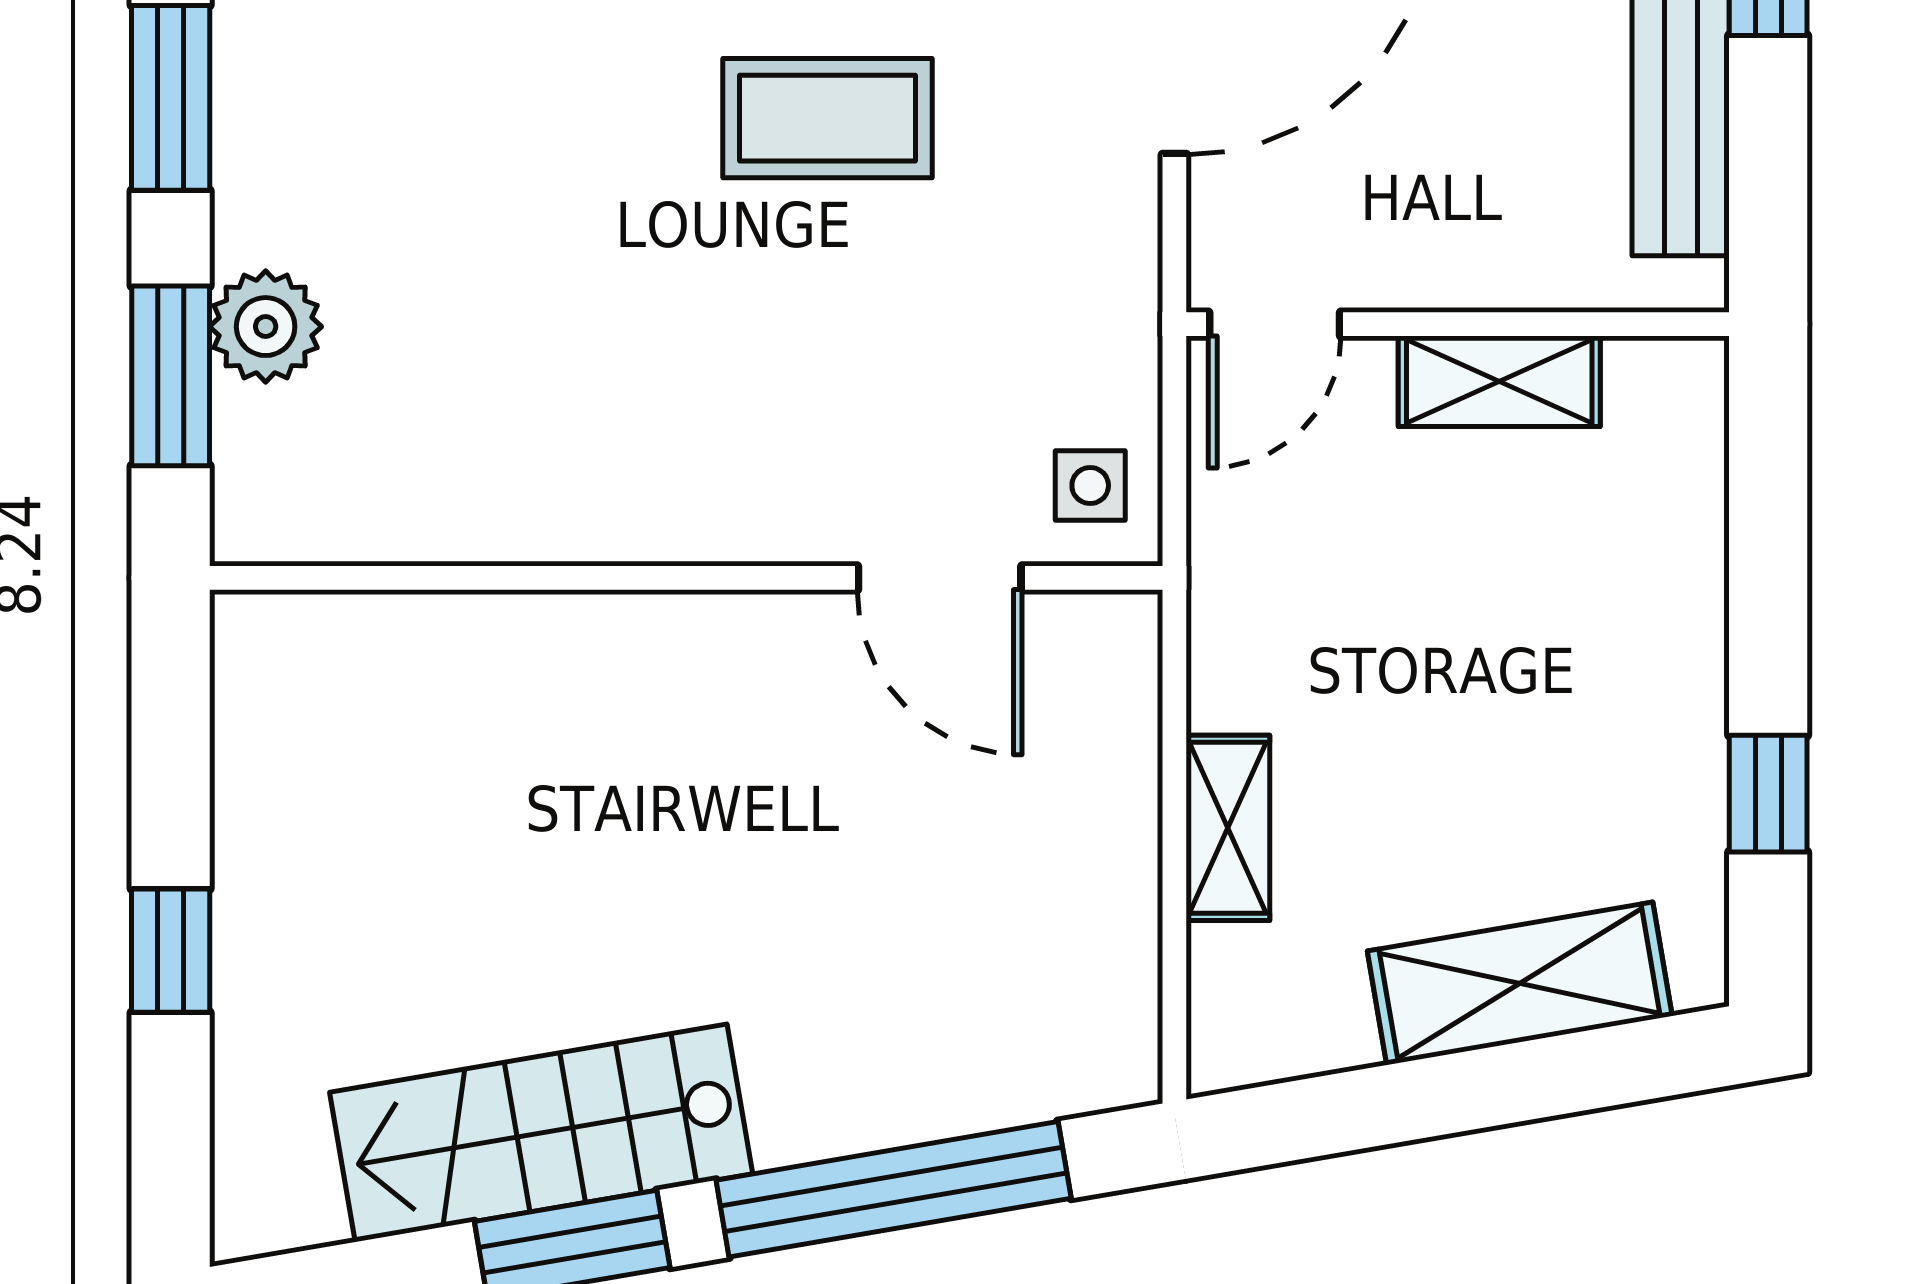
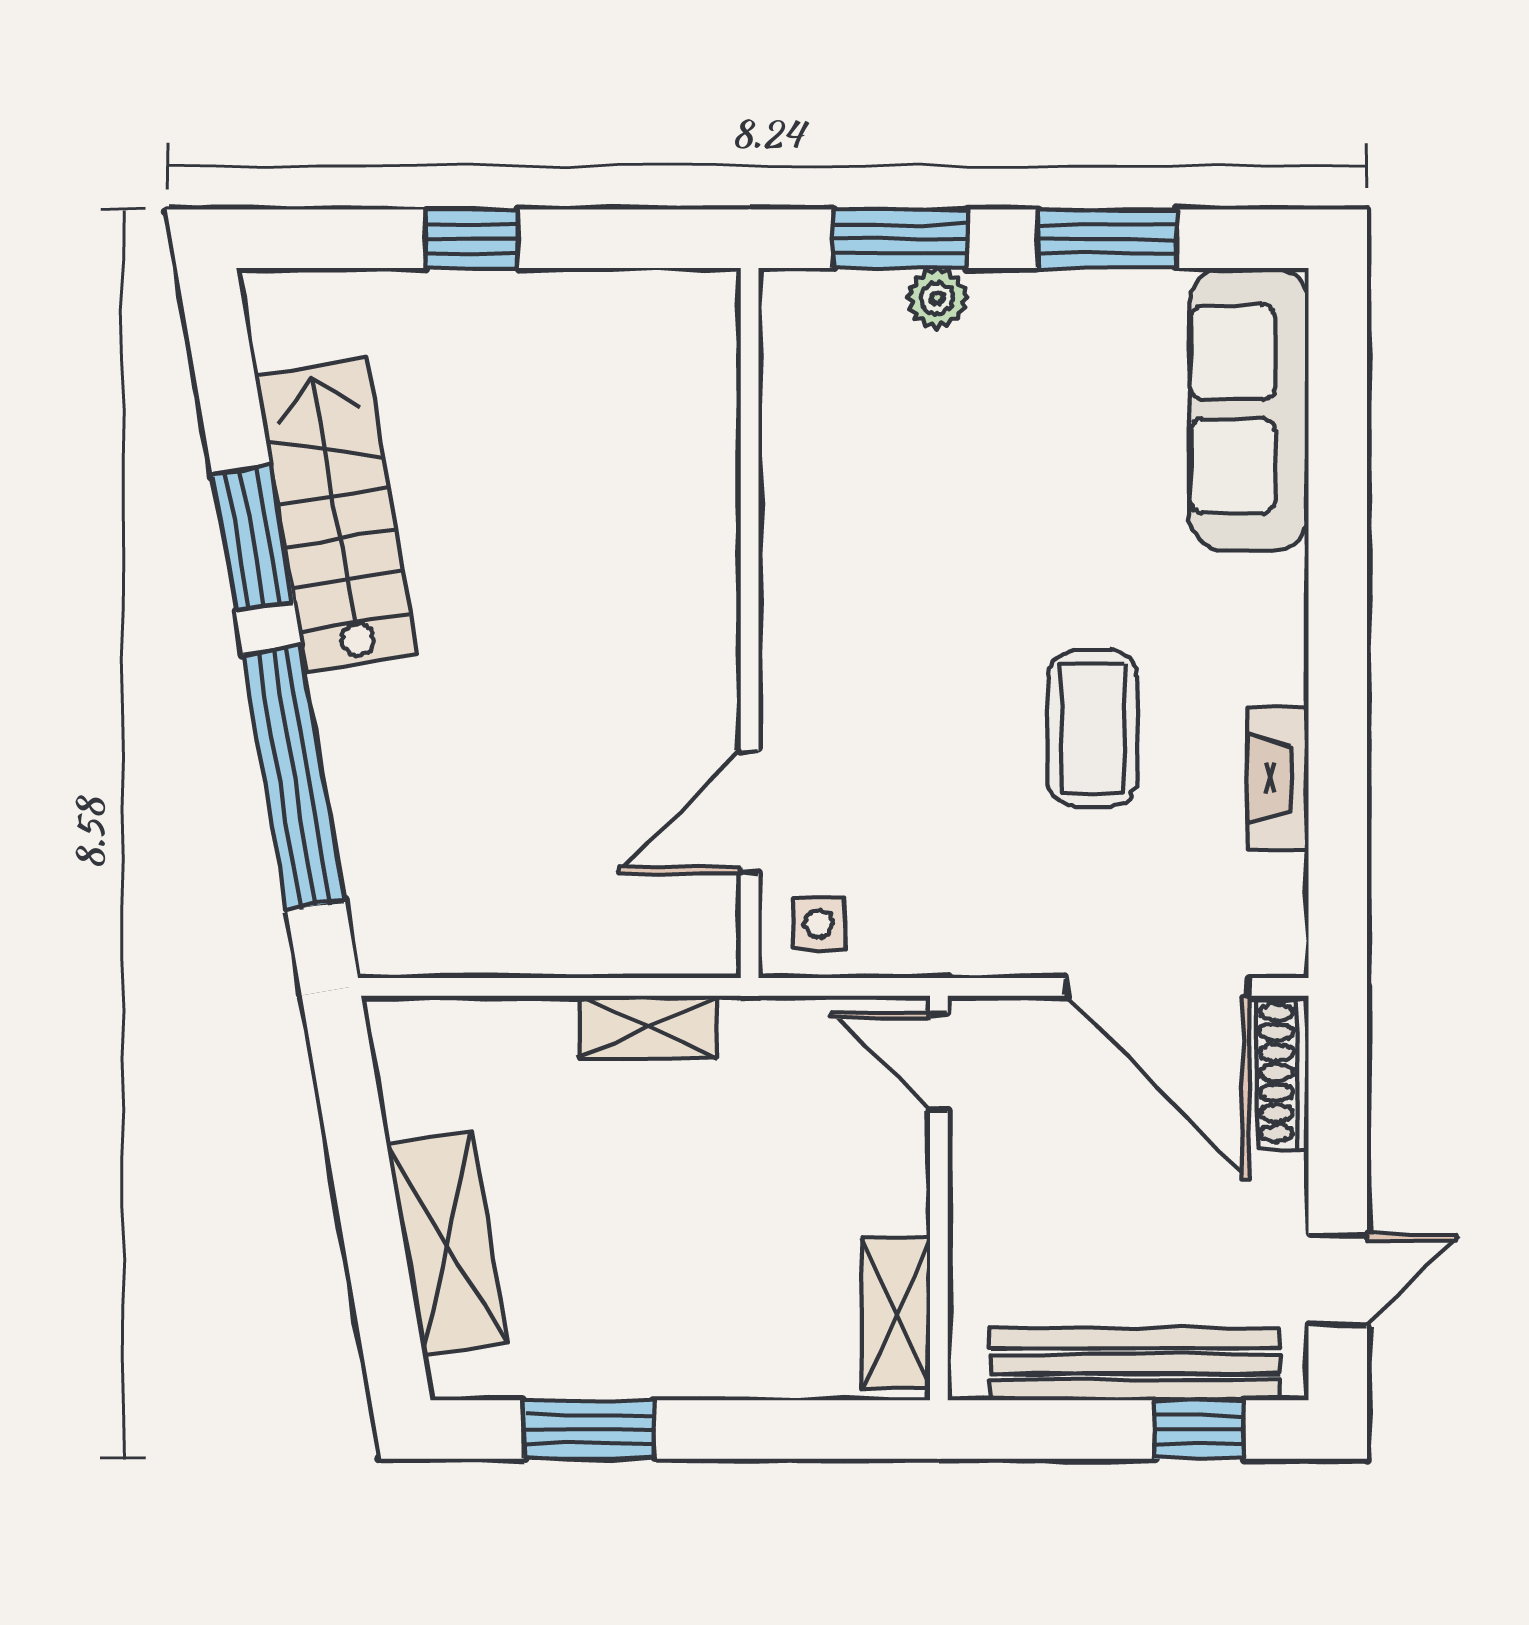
plant: (266, 327) -> (937, 298), width x0.73, depth x0.73
shelving: (1499, 381) -> (896, 1314), moved
window: (1768, 794) -> (589, 1429), width x1.50
shelving: (1228, 828) -> (648, 1027), moved

